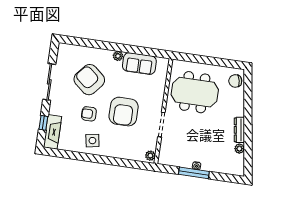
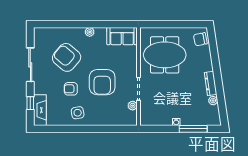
sofa: (139, 64) -> (122, 36), moved
plant: (150, 156) -> (133, 106), moved
window: (194, 173) -> (193, 129), moved

